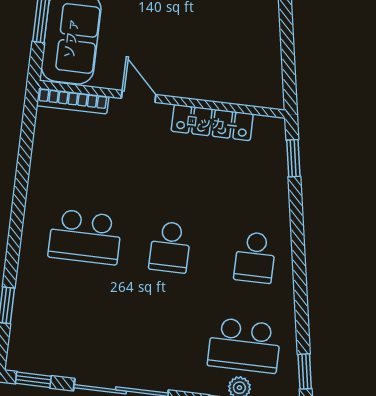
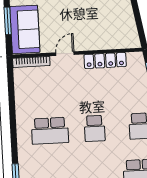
door: (139, 96) -> (65, 54), hinge flipped

